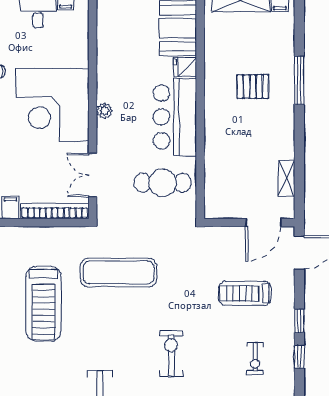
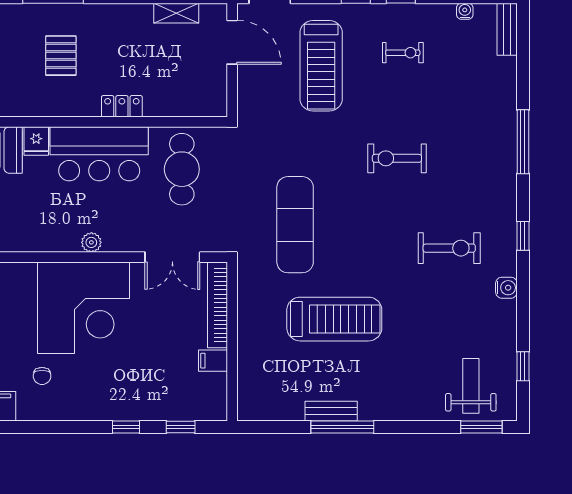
locker: (213, 135) -> (122, 106), added
treadmill: (245, 293) -> (321, 66), width x1.37, depth x1.38

